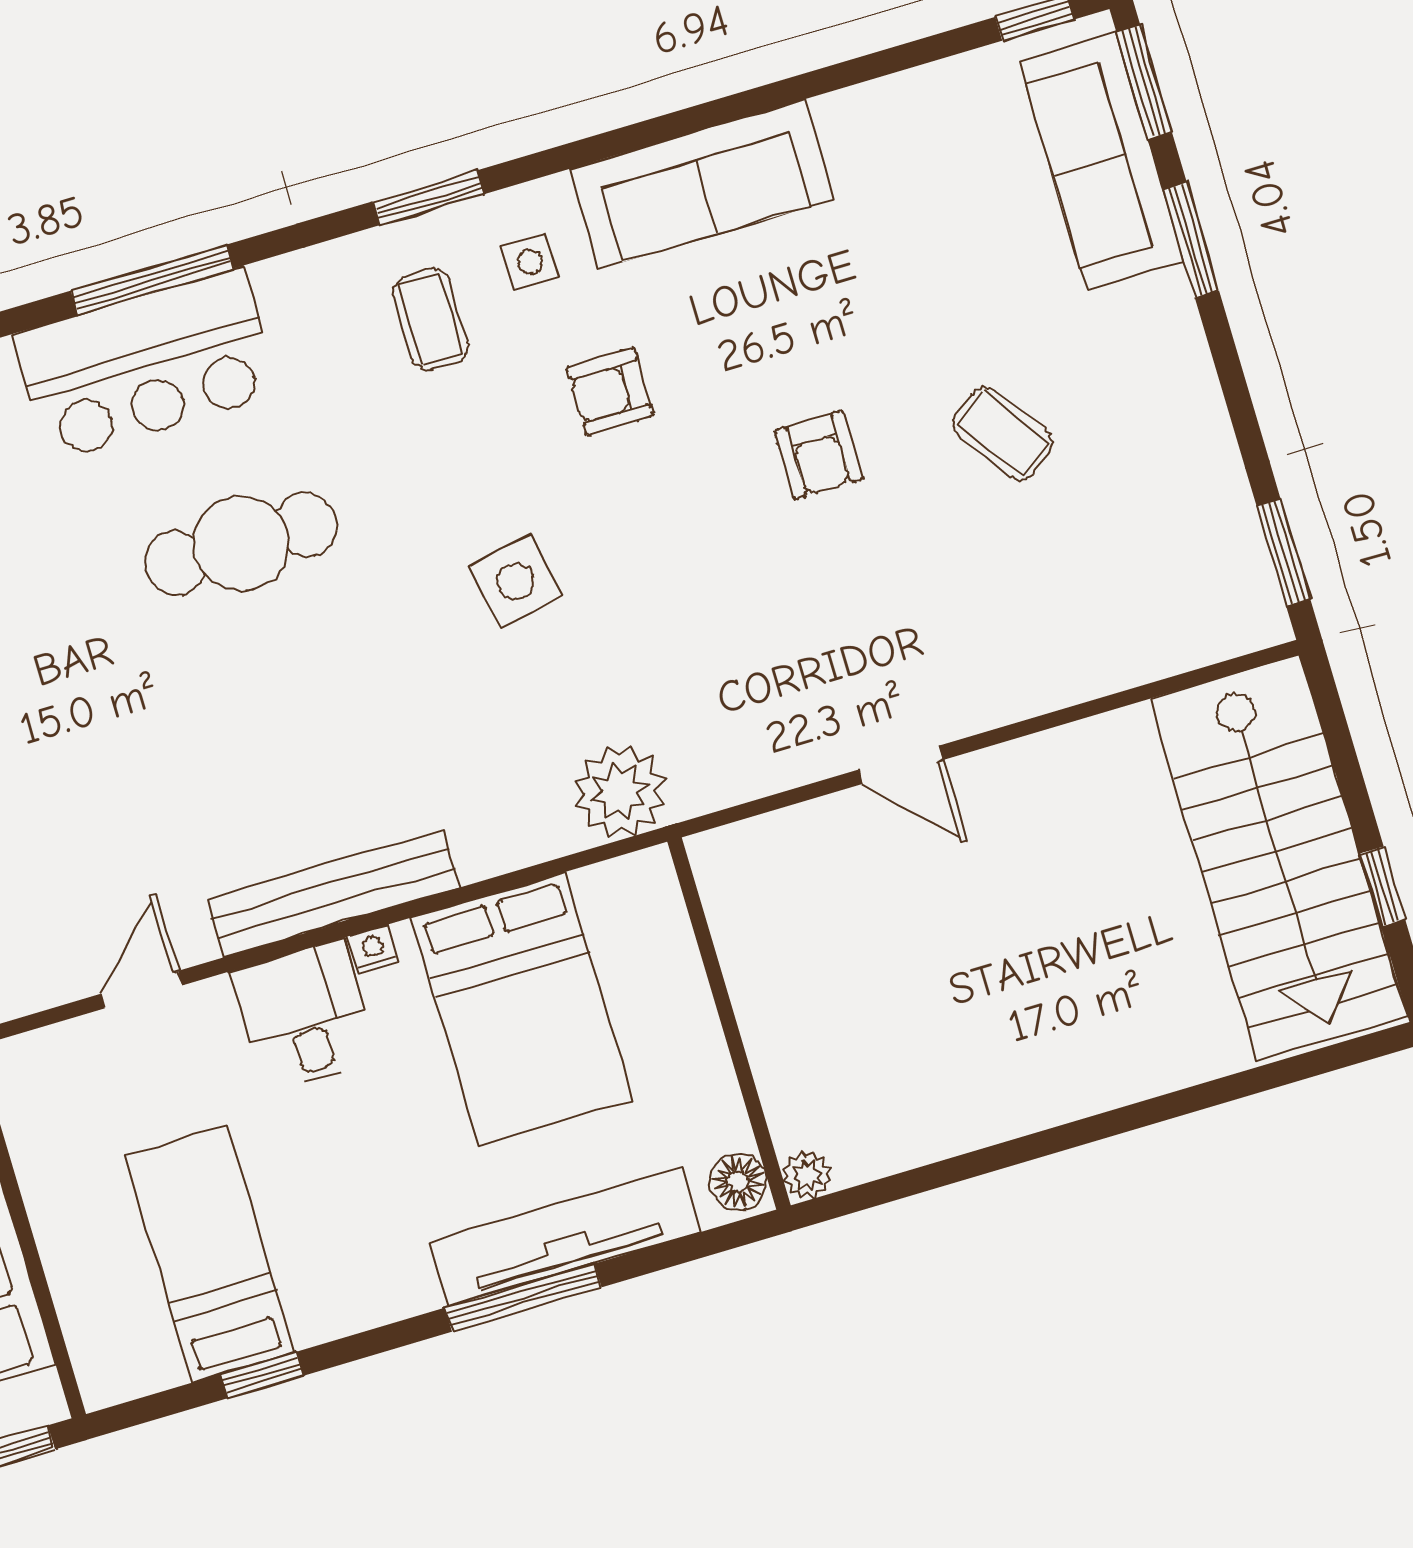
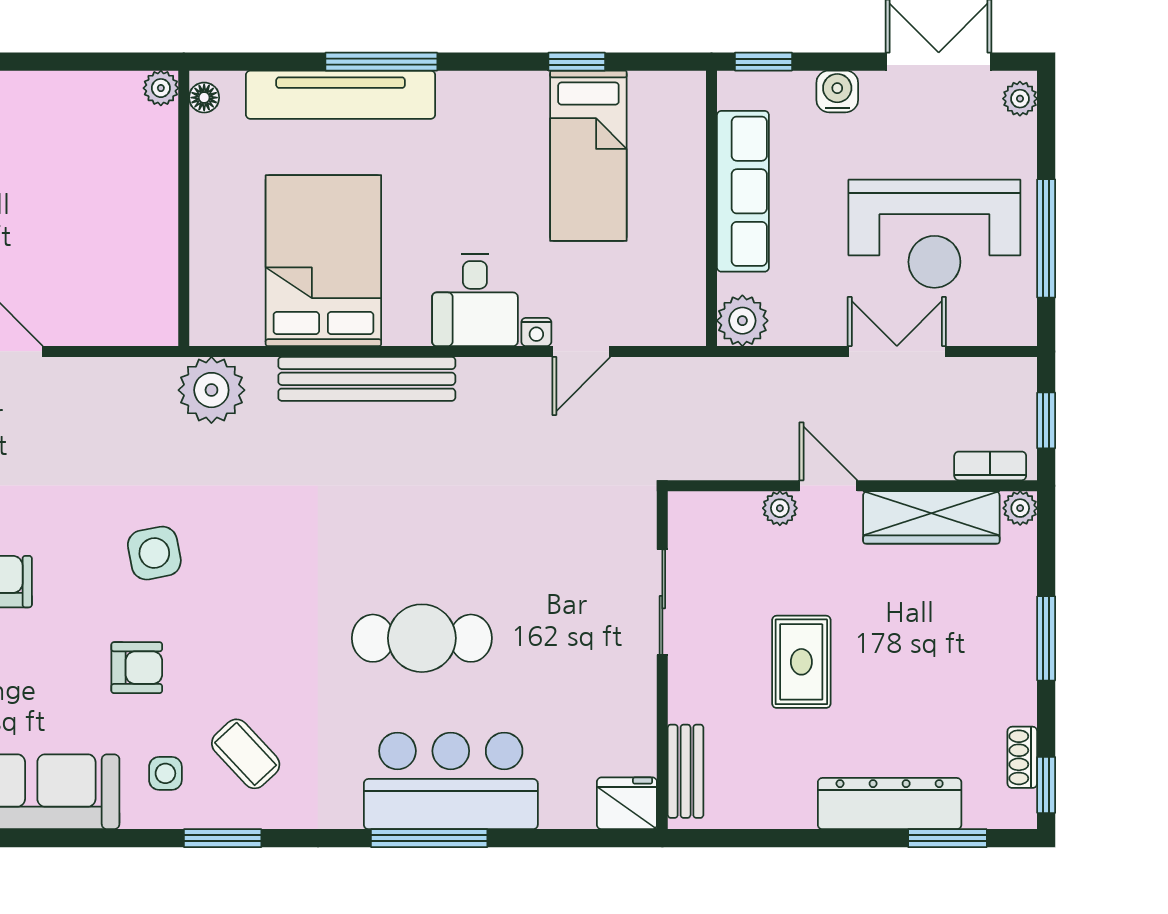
coffee table: (431, 319) -> (246, 754), turned -43
side table: (515, 581) -> (154, 553), moved
bench: (333, 893) -> (367, 379), moved
nightstand: (373, 949) -> (536, 332), moved
floor lamp: (738, 1182) -> (204, 98), width x0.73, depth x0.73

